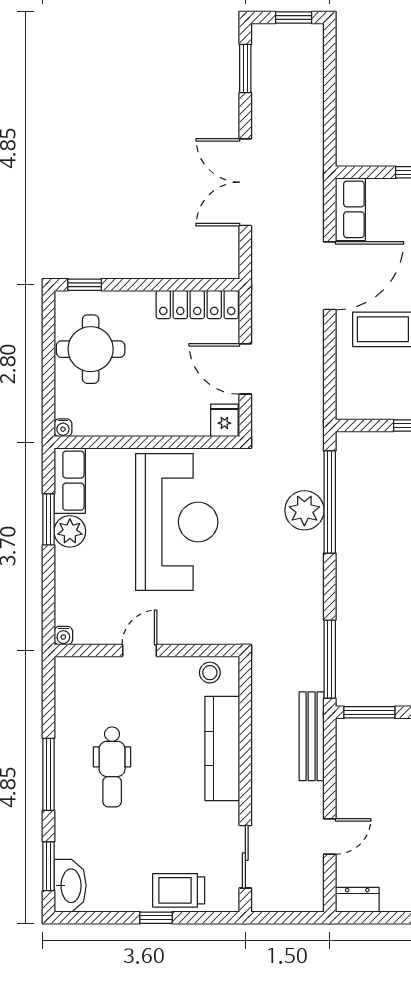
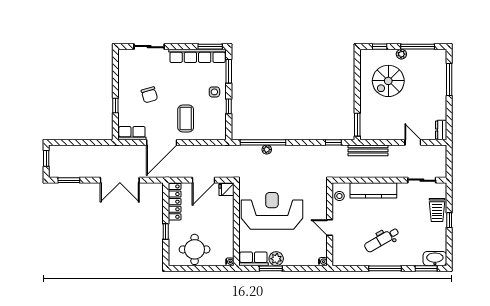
door: (330, 276) -> (162, 142), swing flipped
window: (85, 285) -> (166, 231), moved
plant: (304, 510) -> (267, 150), width x0.53, depth x0.53
window: (330, 659) -> (333, 142), width x0.46
dental chair: (112, 767) -> (382, 240), turned 150

